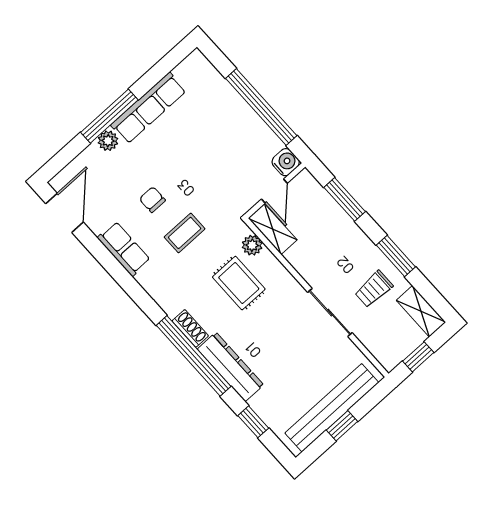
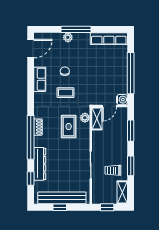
row of seats: (149, 108) -> (109, 39), moved
dresser: (231, 367) -> (40, 164), moved

